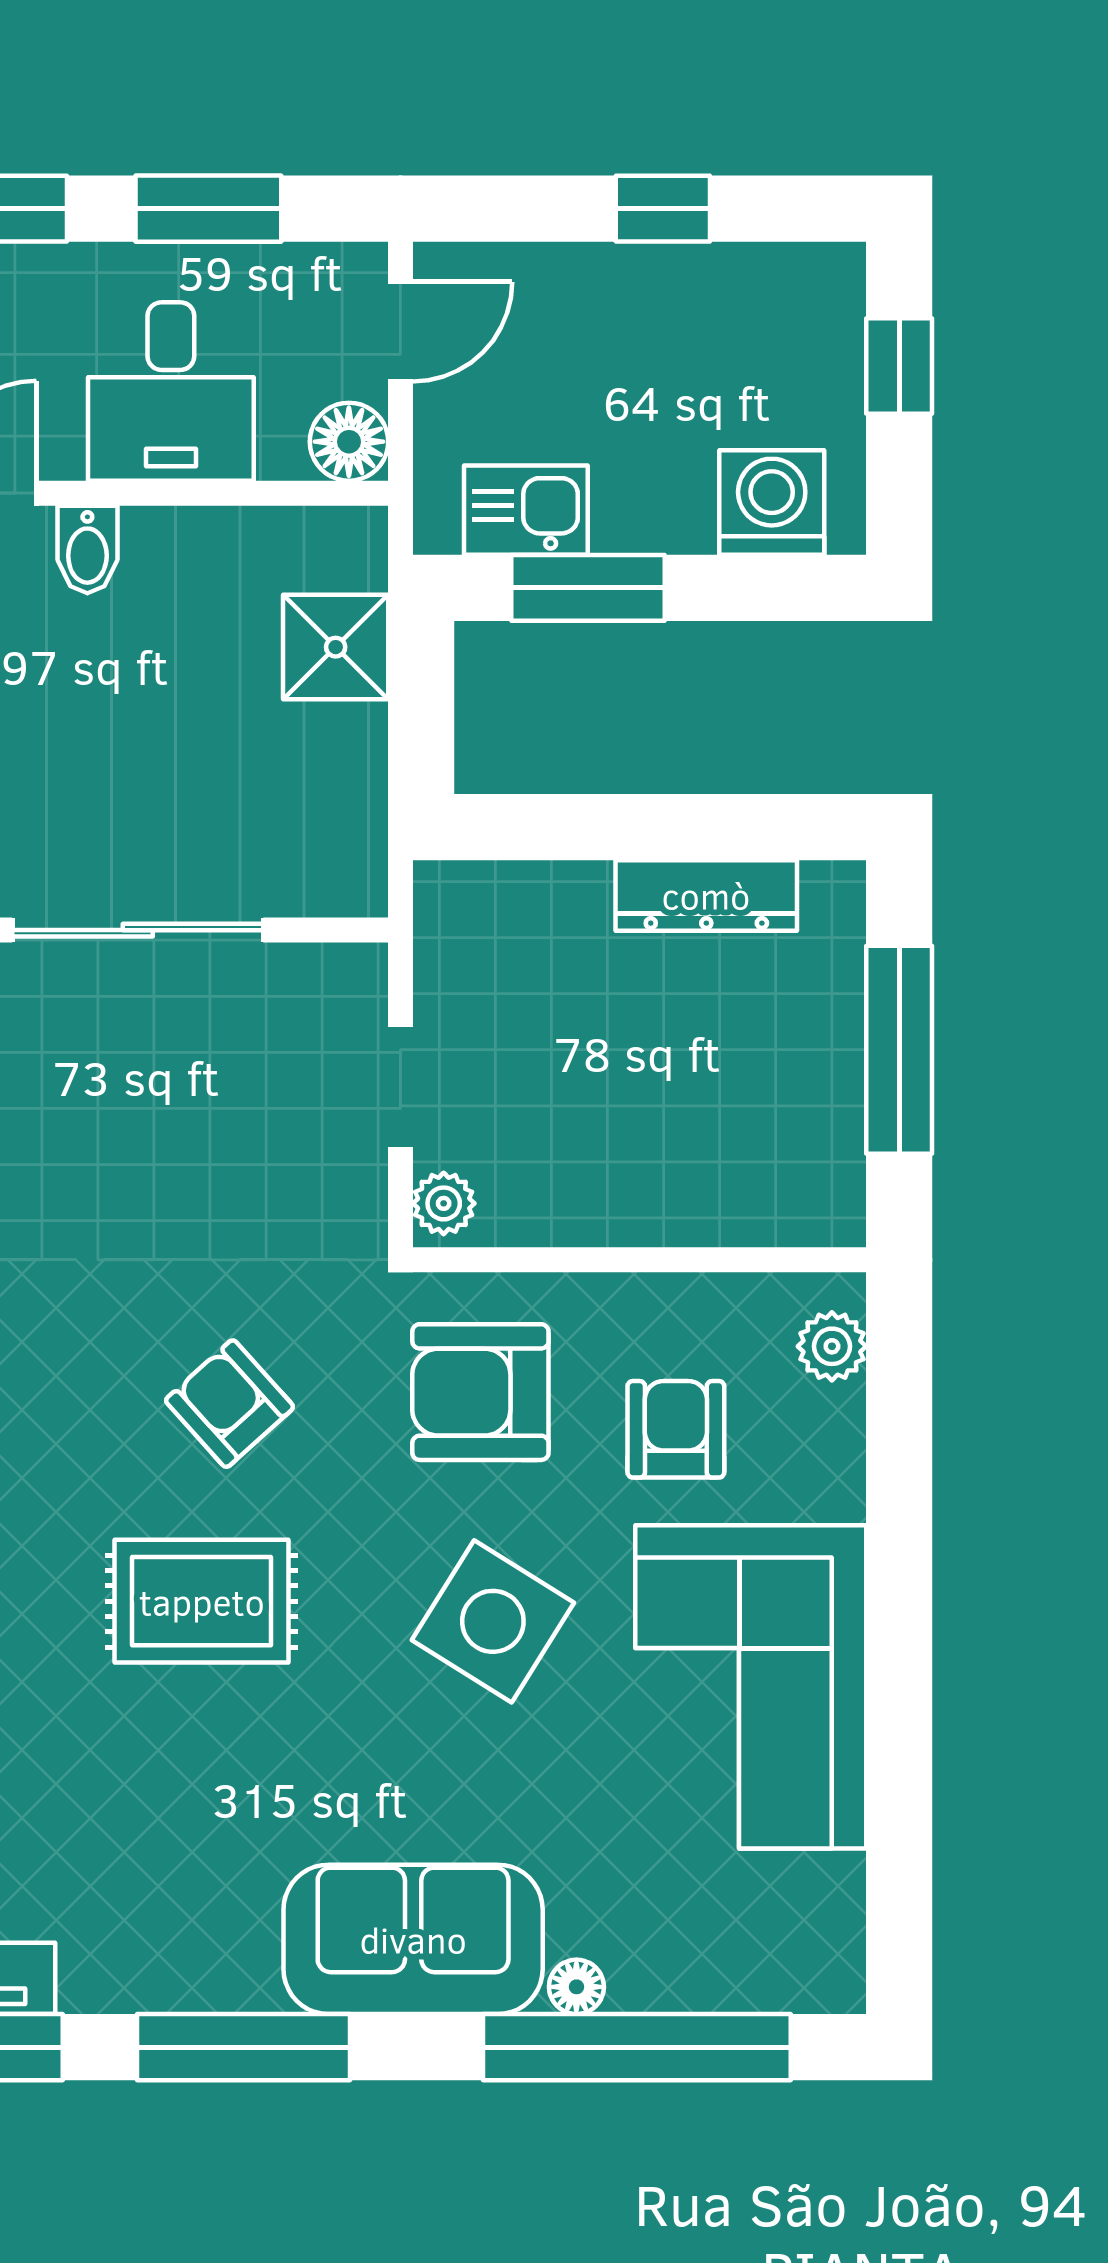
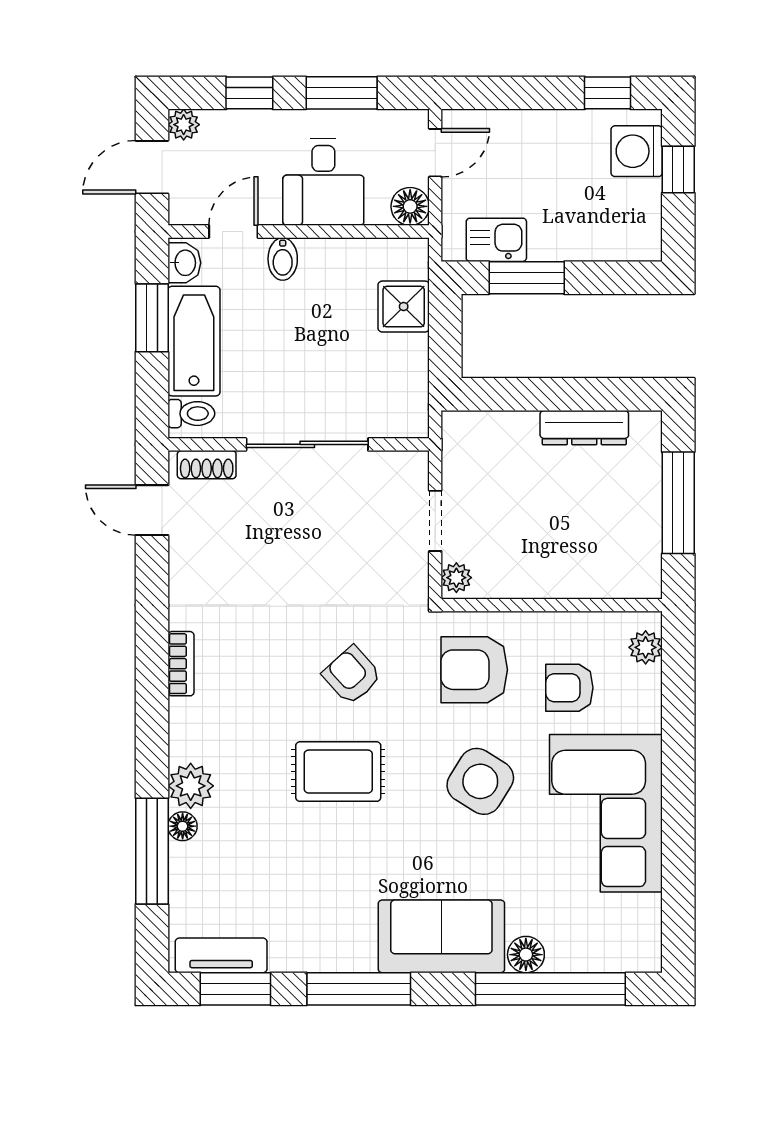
window: (663, 209) -> (608, 93), moved
washing machine: (772, 503) -> (637, 151), moved, turned -90
armchair: (676, 1429) -> (569, 688), turned -90
floor lamp: (576, 1987) -> (526, 955), width x1.37, depth x1.37

